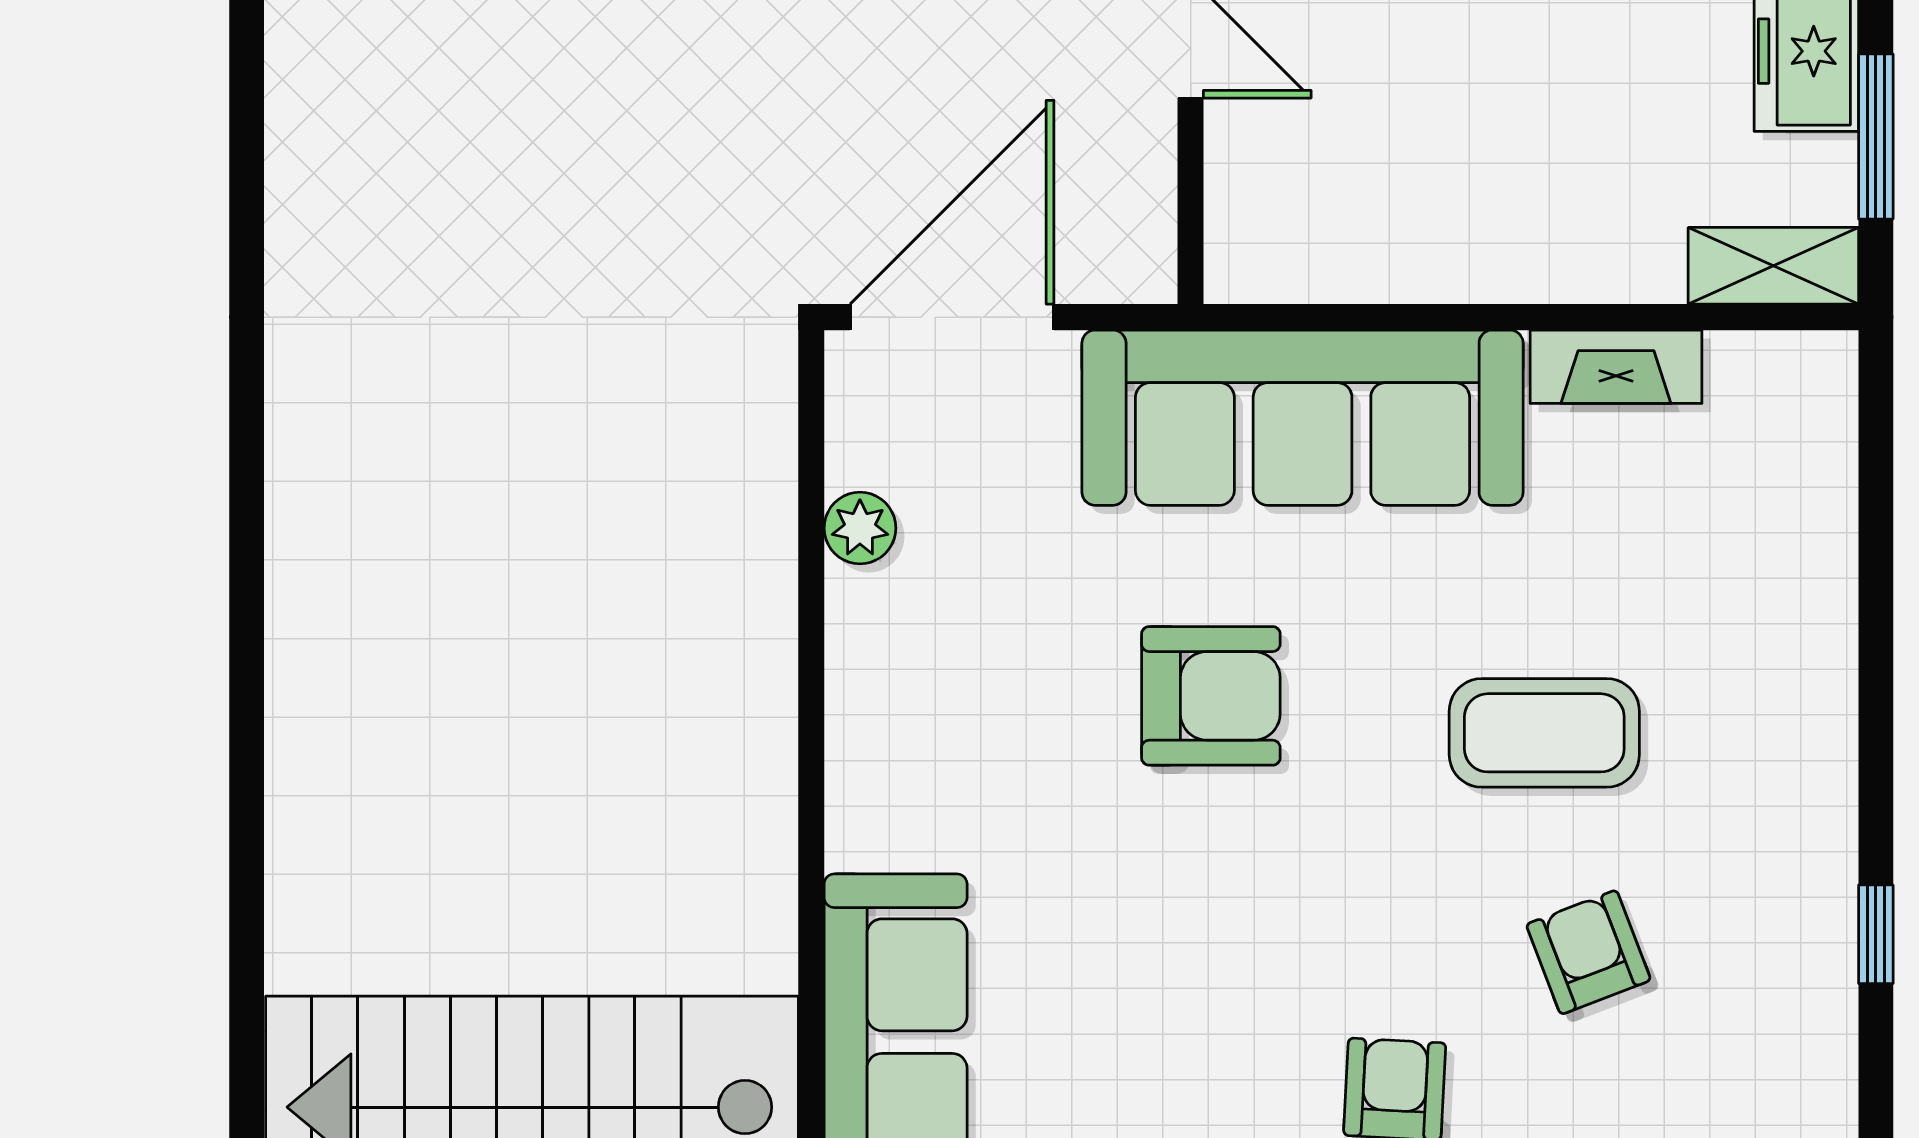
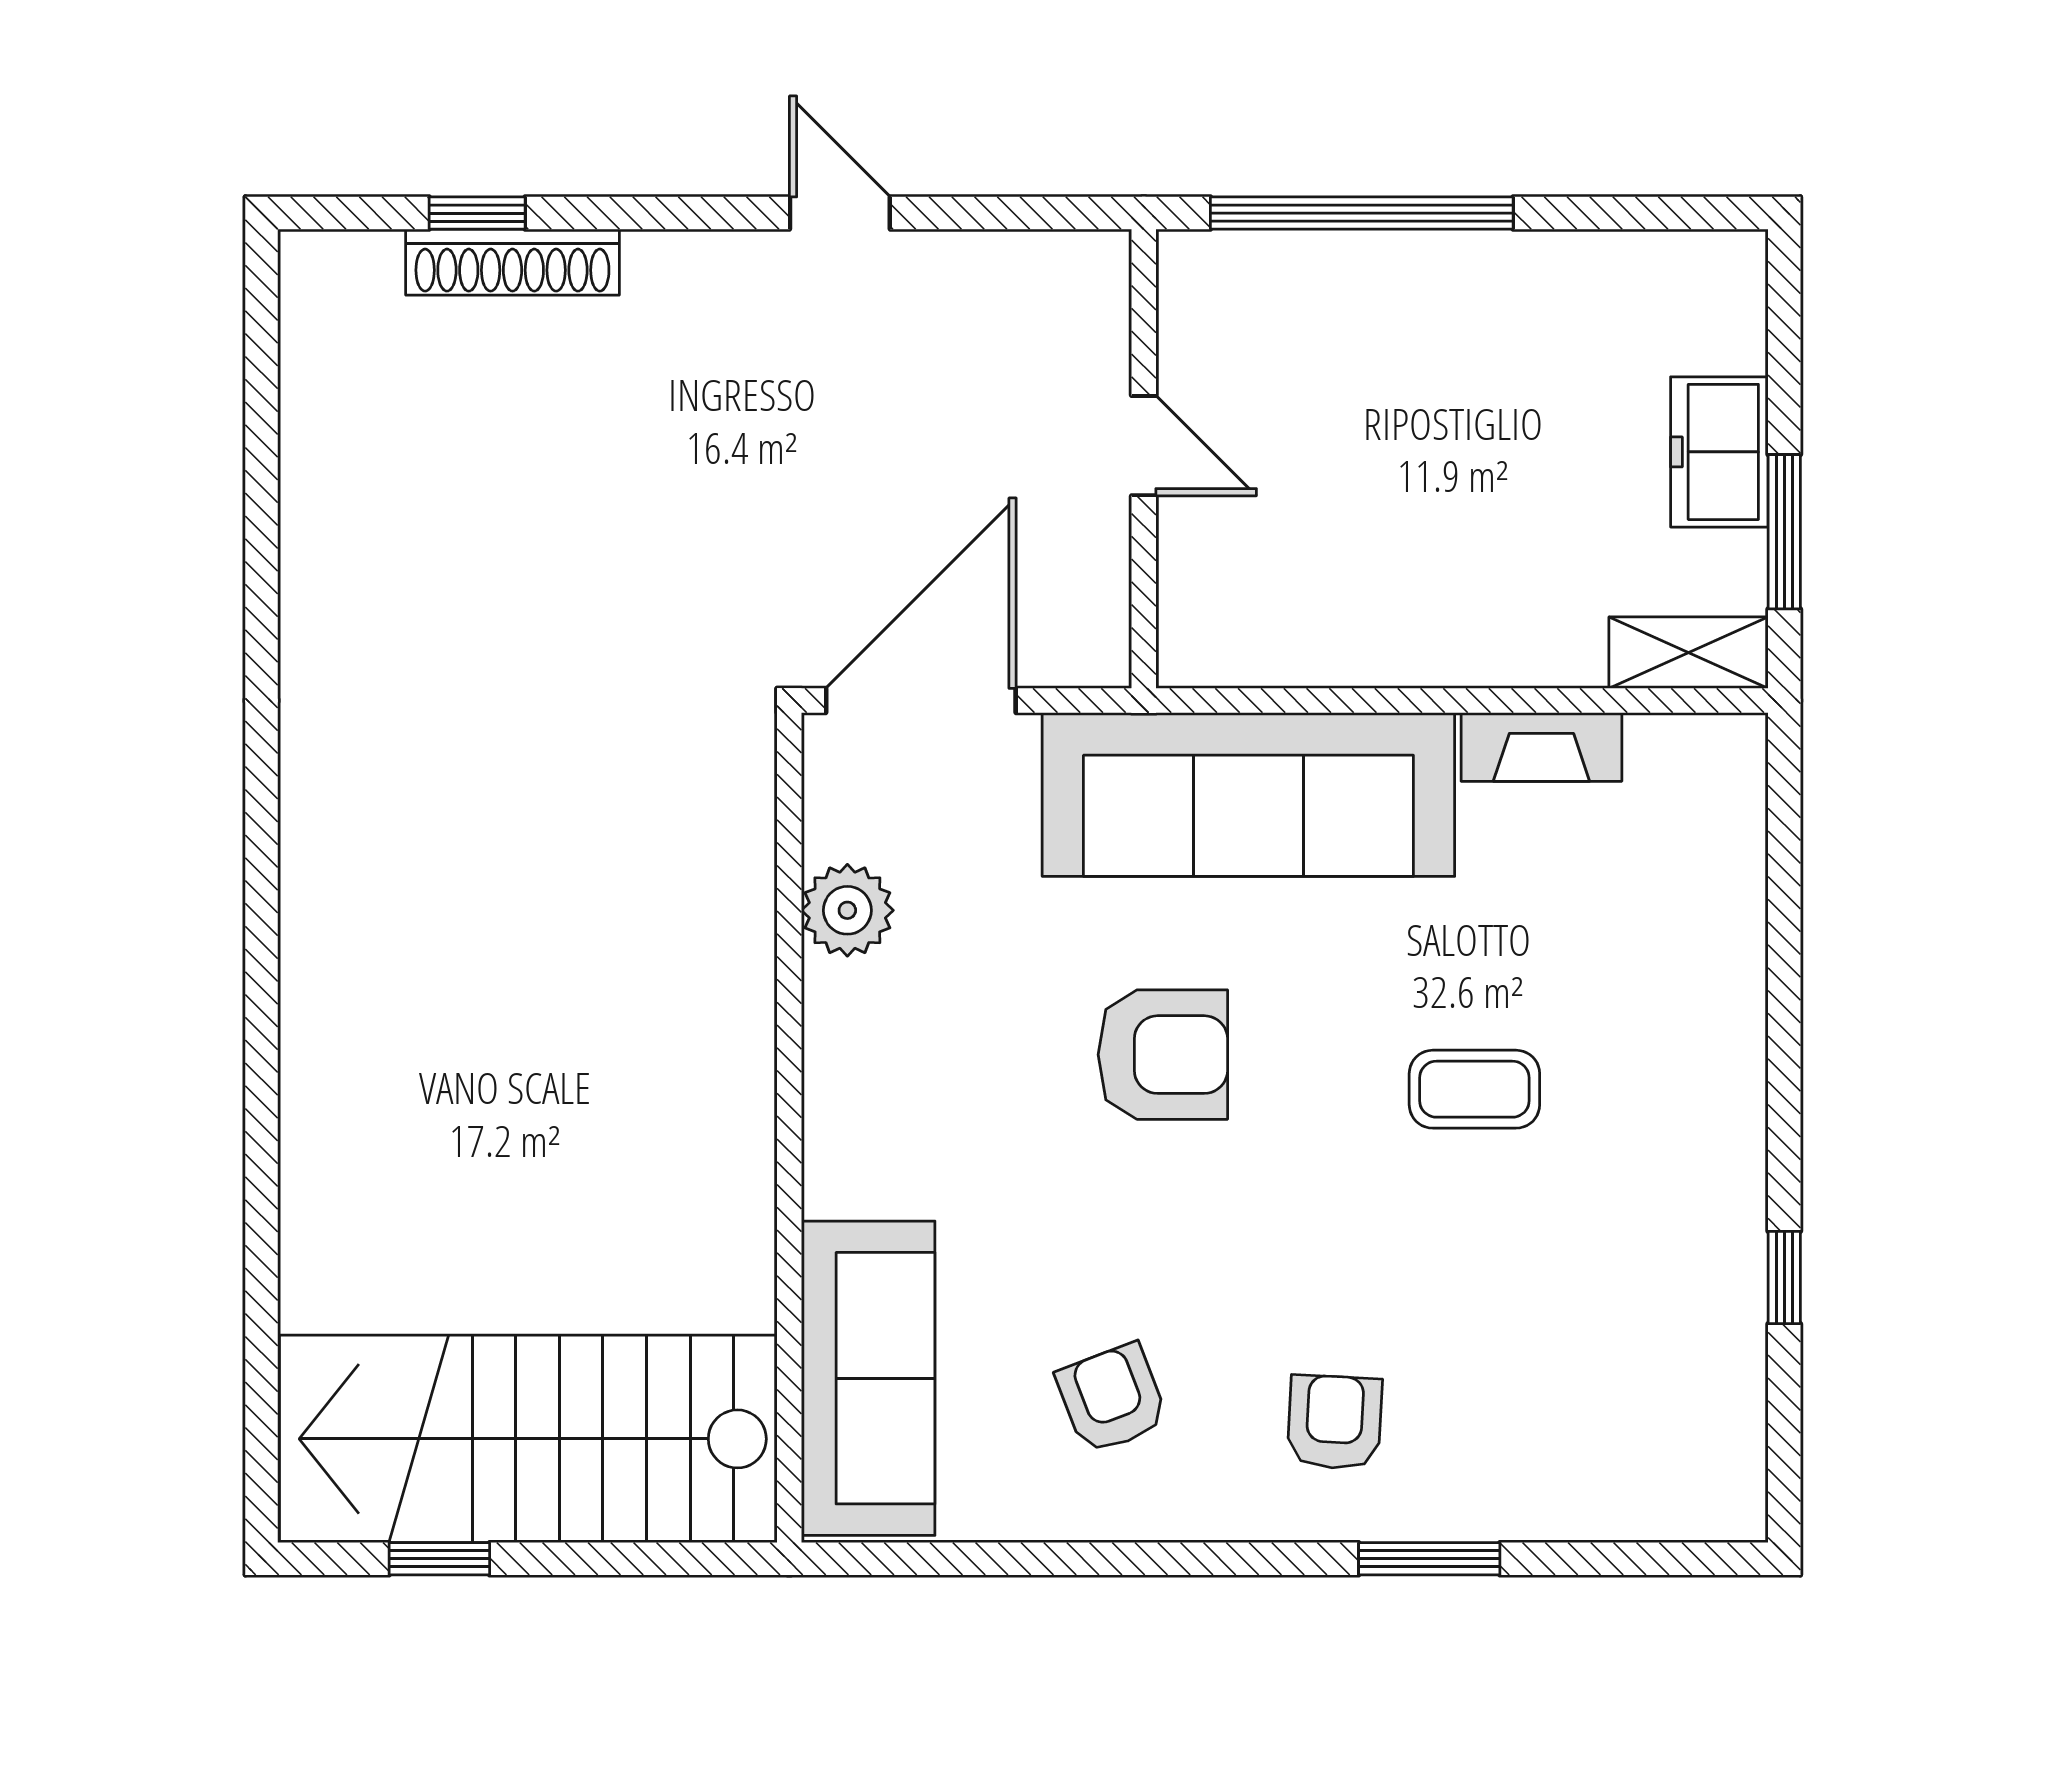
plant: (860, 528) -> (847, 910), width x1.38, depth x1.38
coffee table: (1544, 733) -> (1474, 1089), width x0.73, depth x0.77
armchair: (1589, 952) -> (1112, 1399), moved

